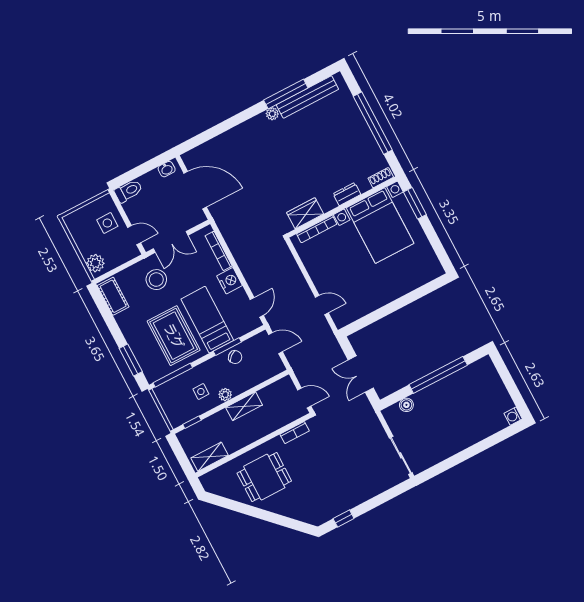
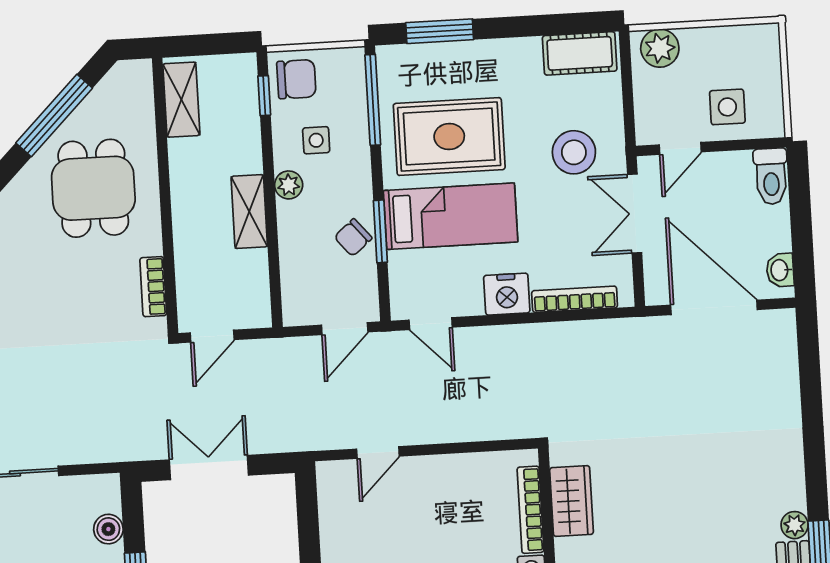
door: (195, 190) -> (714, 307), swing flipped
chair: (179, 412) -> (296, 79), added
window: (241, 508) -> (54, 115), added

